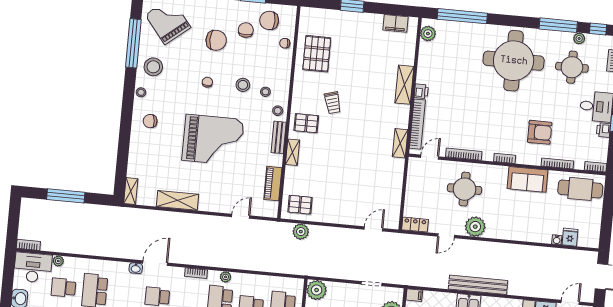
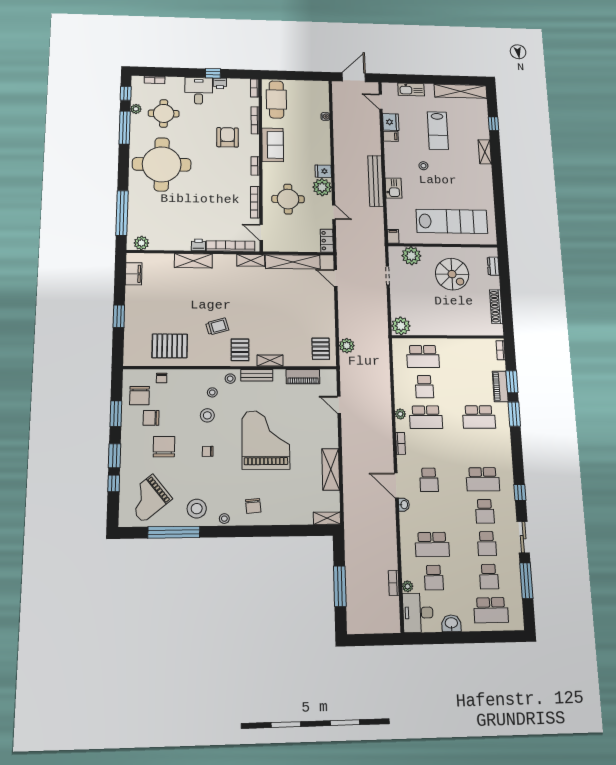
shelving: (395, 186) -> (293, 262), added
fridge: (570, 237) -> (323, 171), moved
bookcase: (28, 245) -> (394, 583), moved

